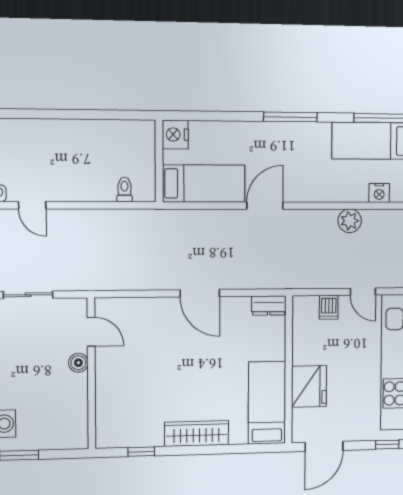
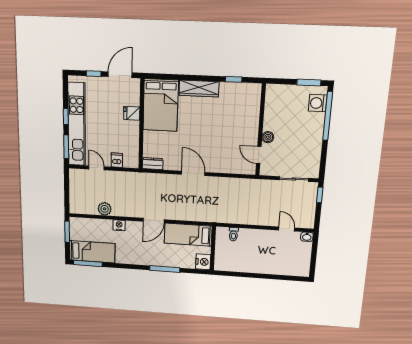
window: (290, 117) -> (165, 269), moved
nightstand: (379, 193) -> (119, 225), moved
fridge: (309, 386) -> (132, 113), width x0.53, depth x0.75
bed: (267, 403) -> (161, 105), width x1.50
window: (387, 445) -> (94, 74), moved

